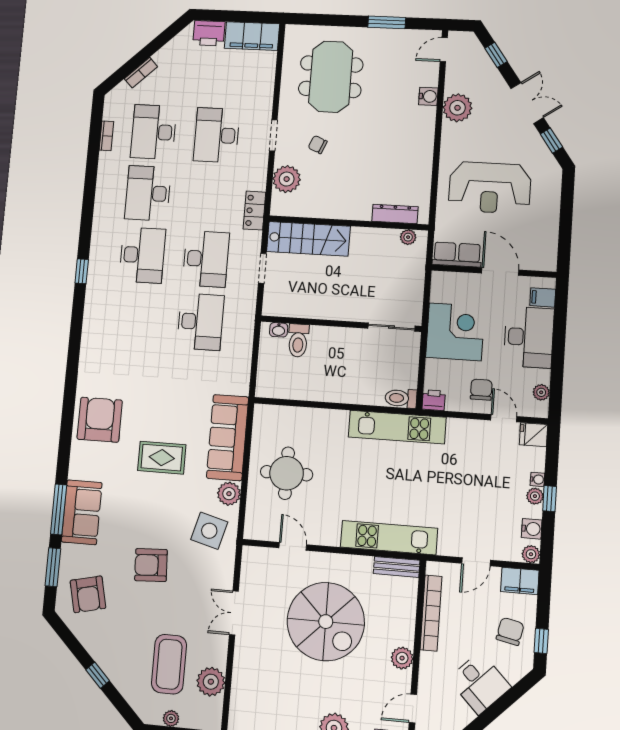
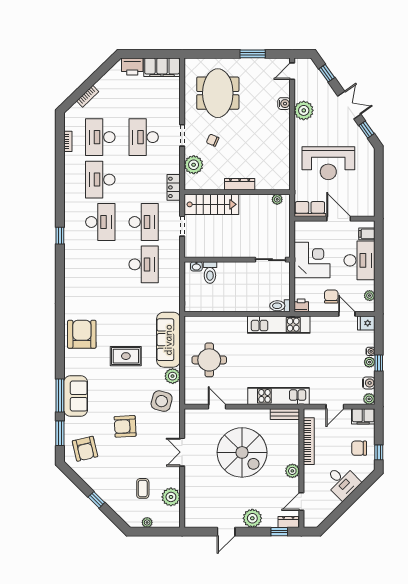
dresser: (395, 214) -> (240, 184), moved
chair: (510, 631) -> (359, 448), turned -102
coffee table: (169, 664) -> (143, 488), width x0.54, depth x0.58

